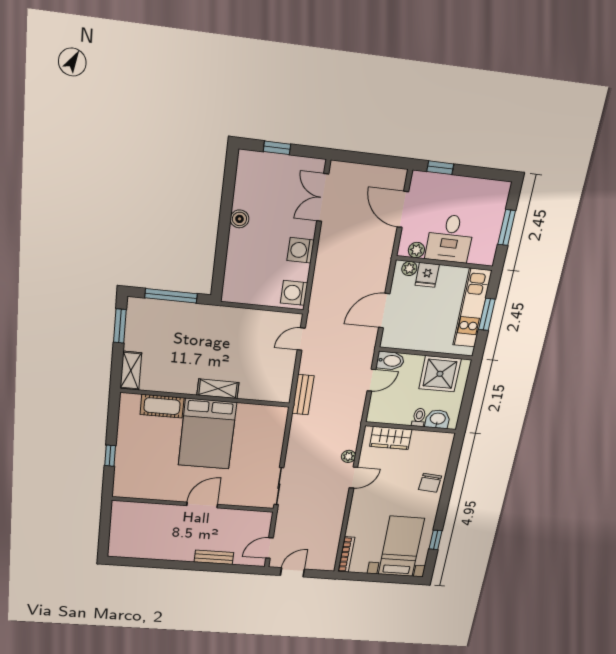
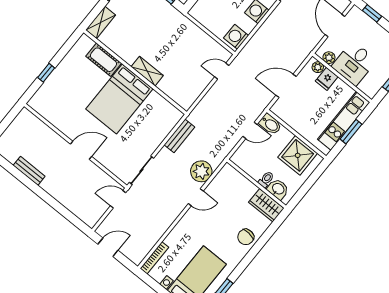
bench: (303, 395) -> (179, 136), moved
wardrobe: (391, 438) -> (266, 205), moved
plant: (348, 456) -> (201, 171), width x1.87, depth x1.87
door: (269, 548) -> (118, 199), moved
bench: (214, 557) -> (29, 171), moved

